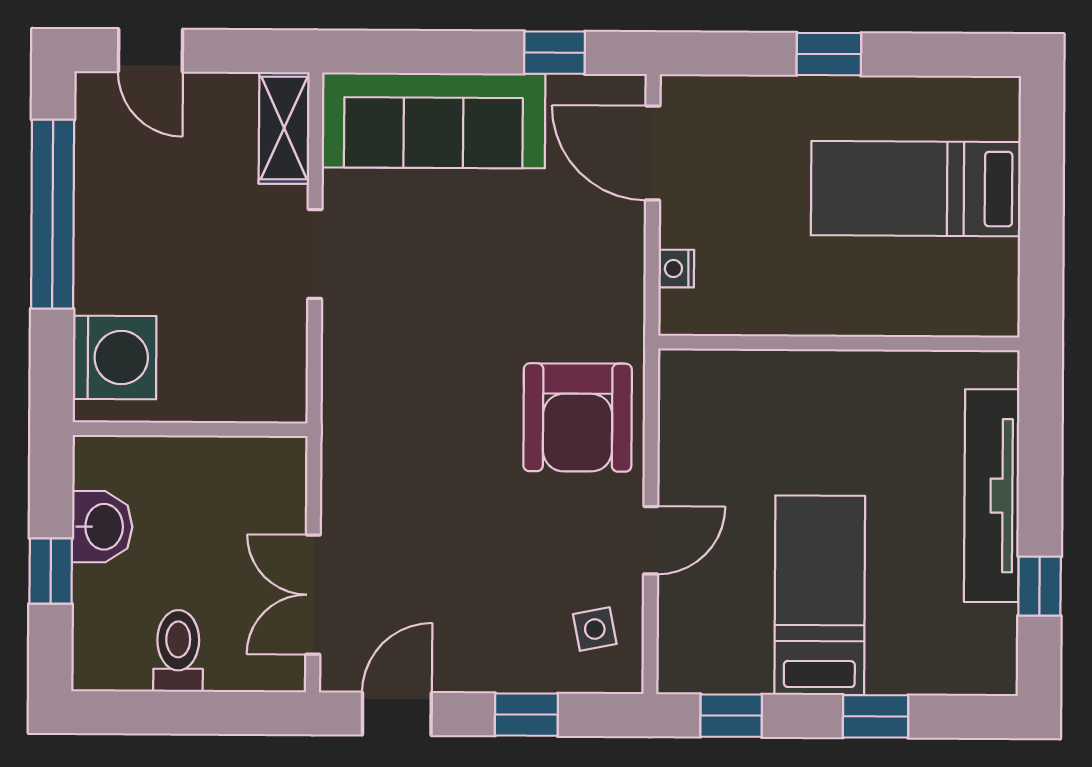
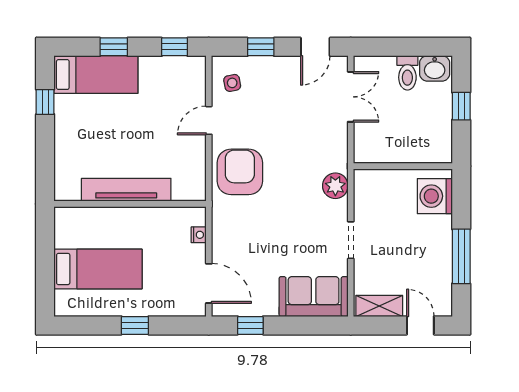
sofa: (433, 120) -> (314, 297), width x0.73
shelving: (284, 128) -> (379, 306), moved, turned 90
window: (53, 214) -> (461, 256), width x0.68
plant: (351, 383) -> (335, 186), added
tv unit: (992, 496) -> (126, 190), moved, turned -90
washbasin: (102, 527) -> (435, 68), moved, turned -90
bed: (820, 595) -> (96, 75), moved, turned -90

